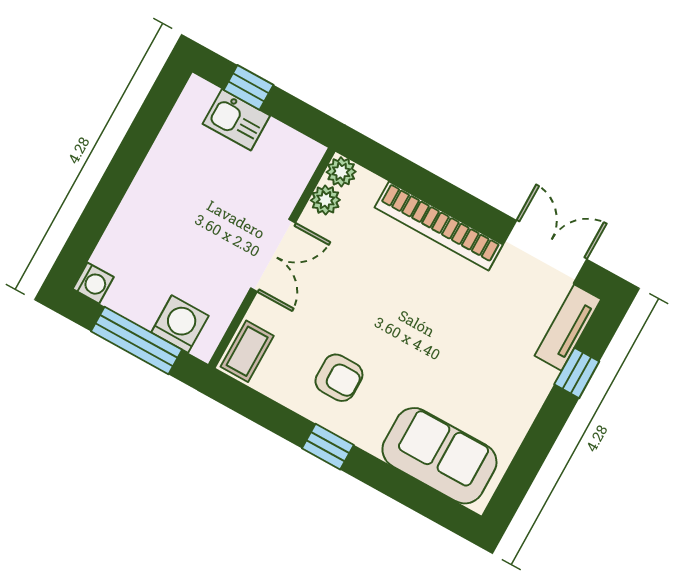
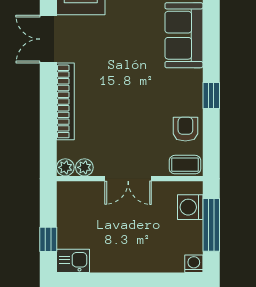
kitchen sink: (236, 120) -> (73, 261), moved, turned -90
double door: (273, 255) -> (128, 179), swing flipped
armchair: (339, 378) -> (185, 129), moved

